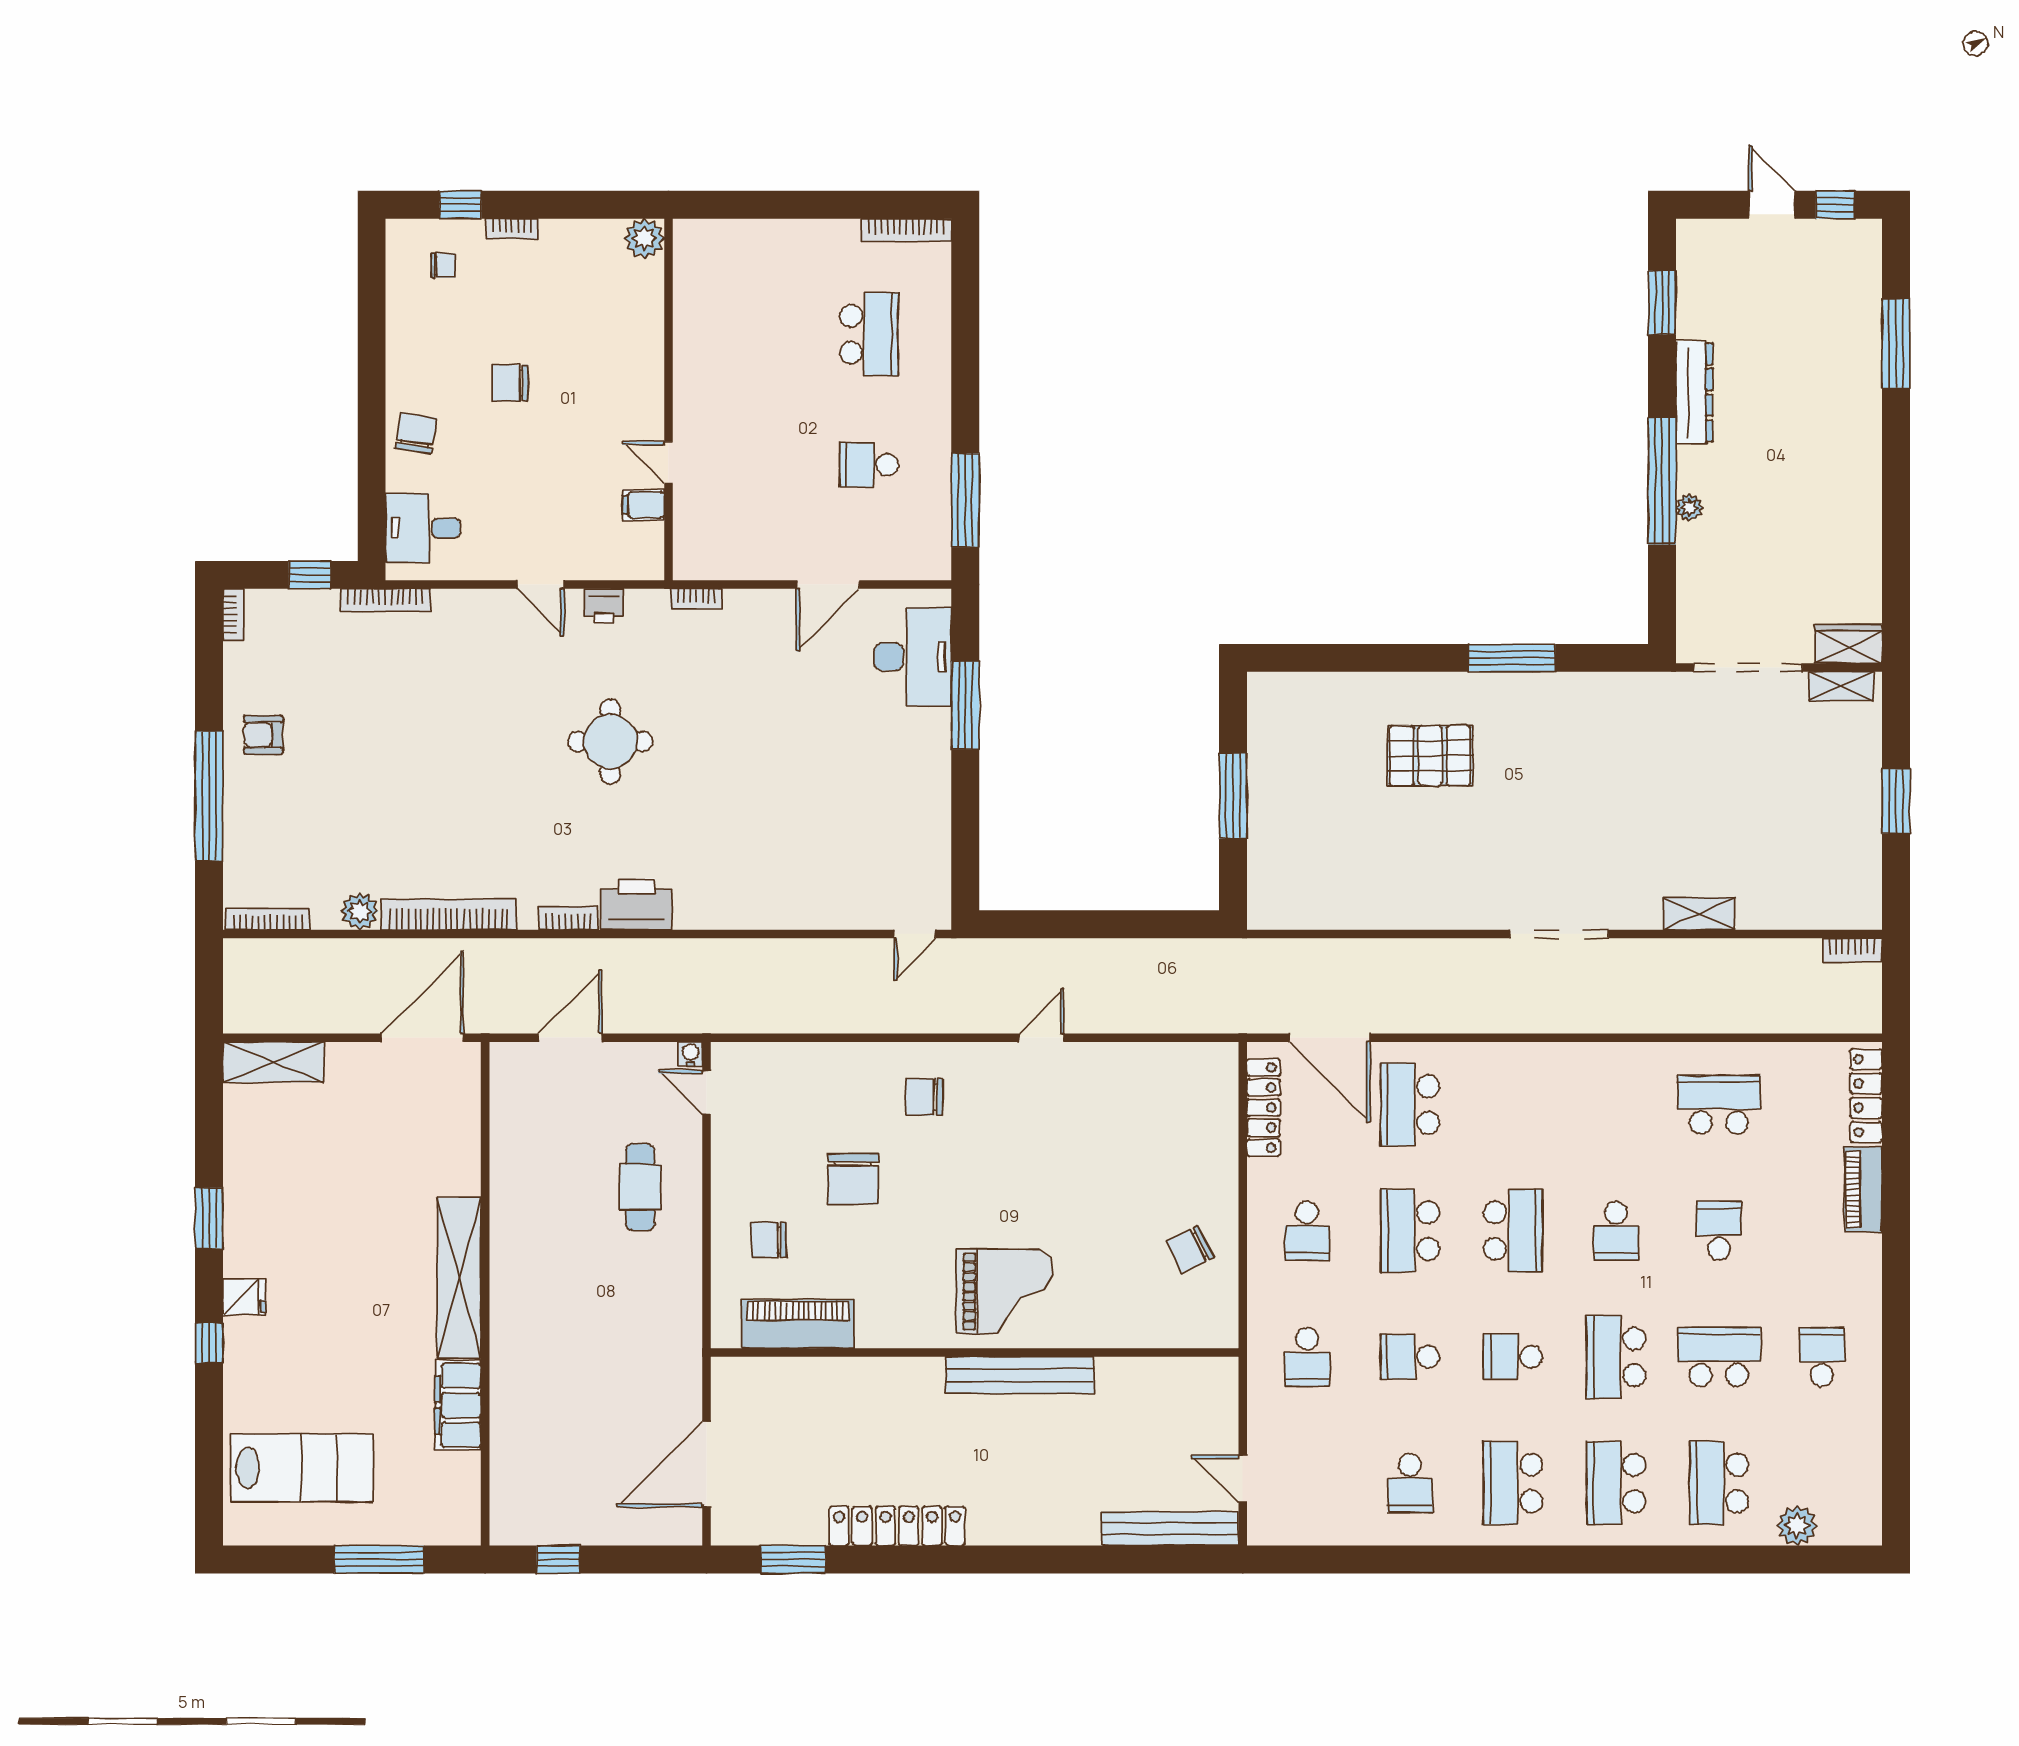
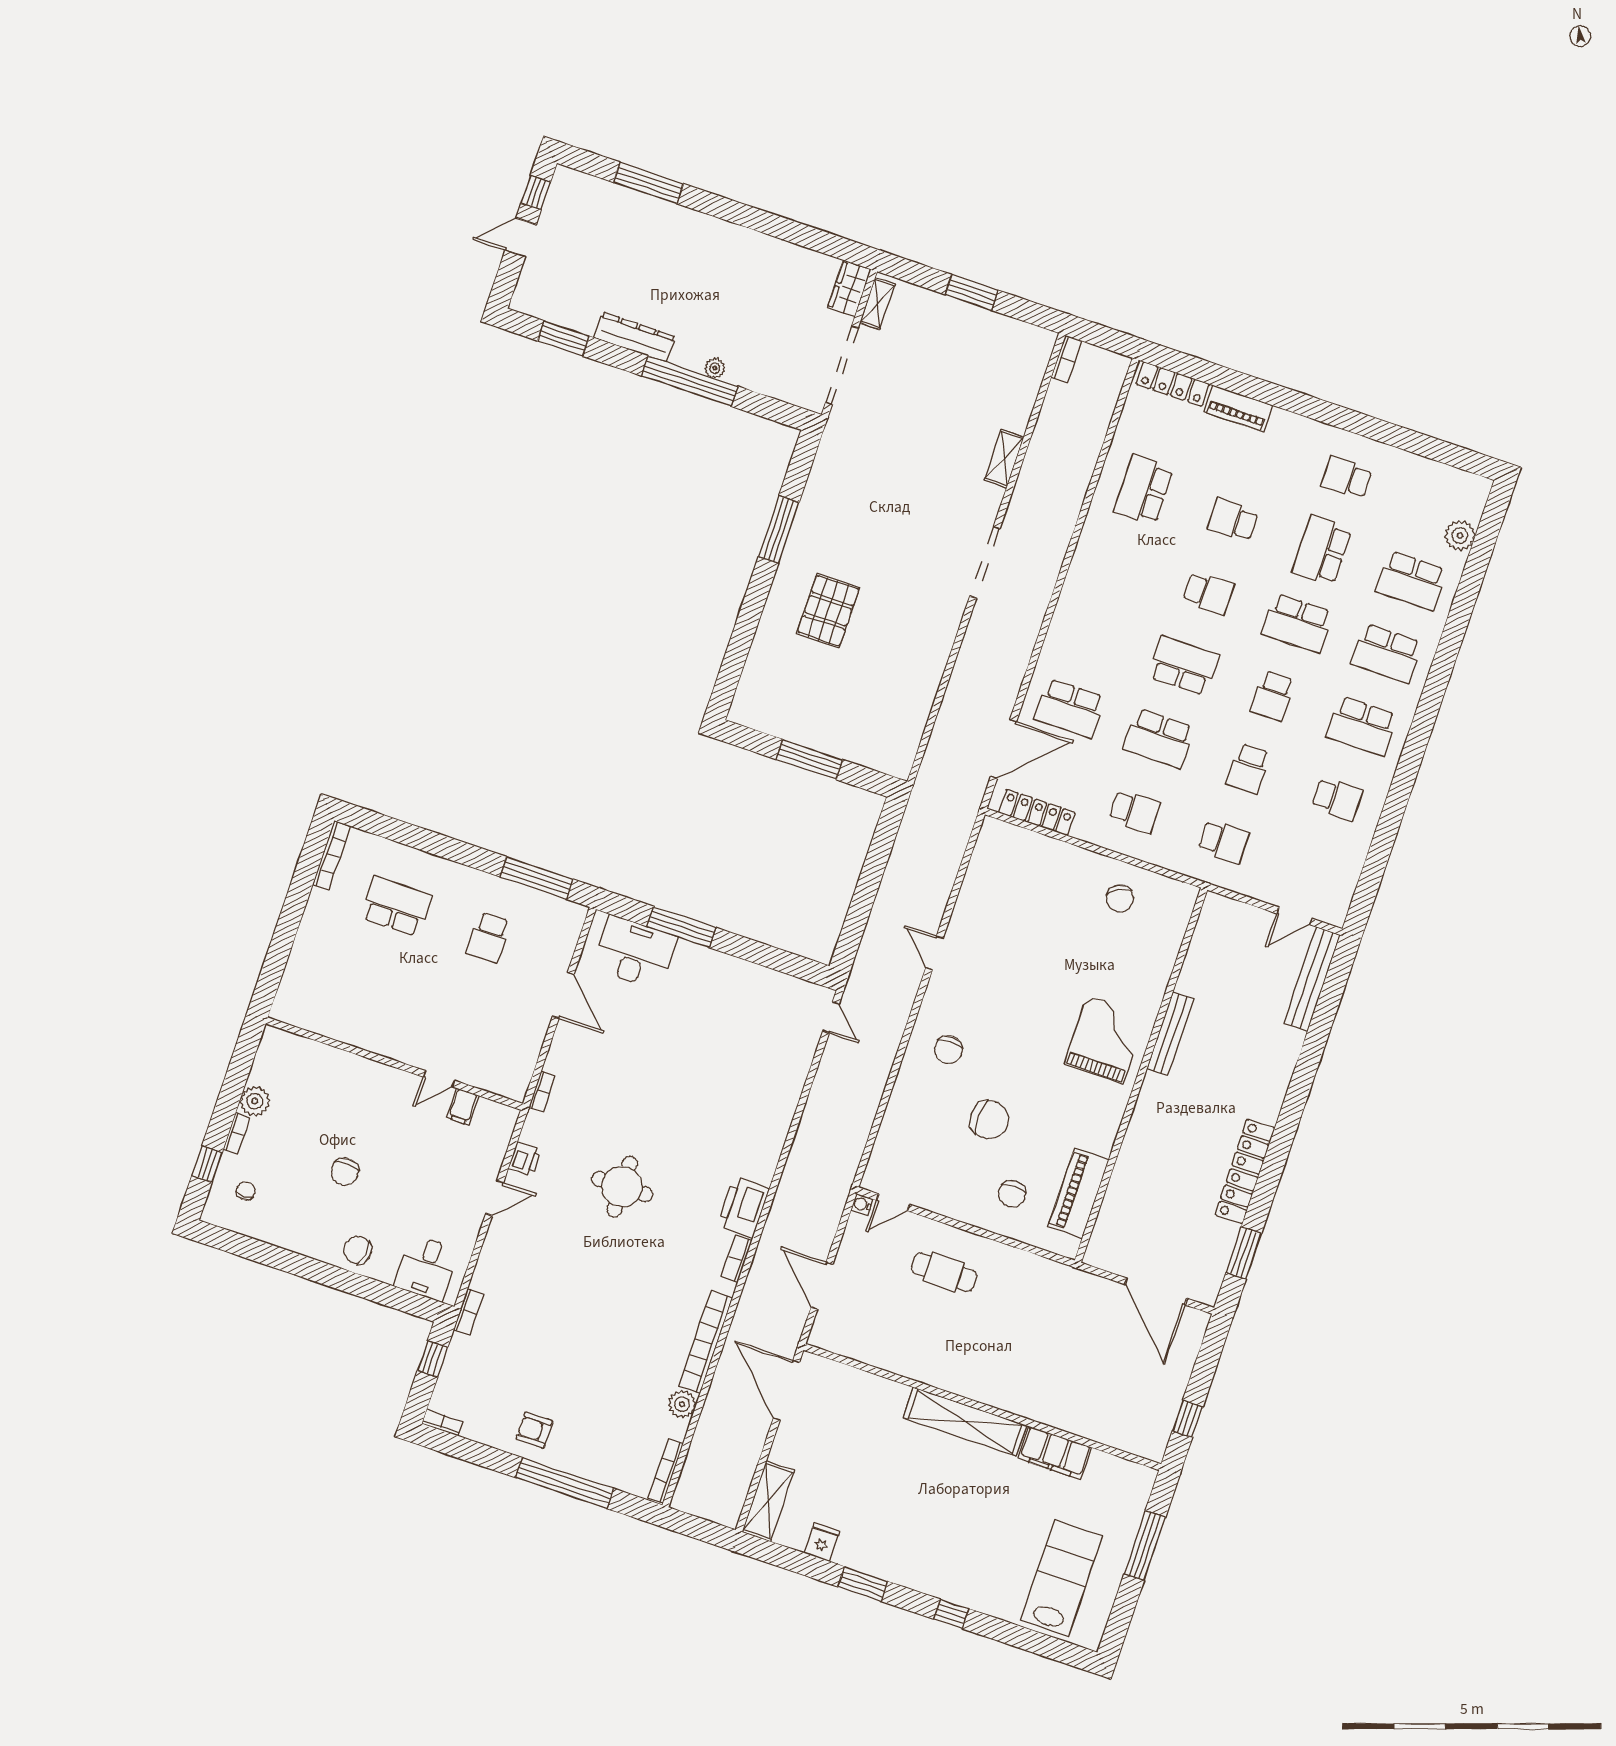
plant: (644, 238) -> (255, 1101), moved
bookcase: (385, 600) -> (468, 1312), width x0.64
armchair: (263, 735) -> (534, 1430), turned 90
fridge: (244, 1297) -> (822, 1542), moved
bench: (1020, 1375) -> (1170, 1034), width x0.73, depth x0.82

